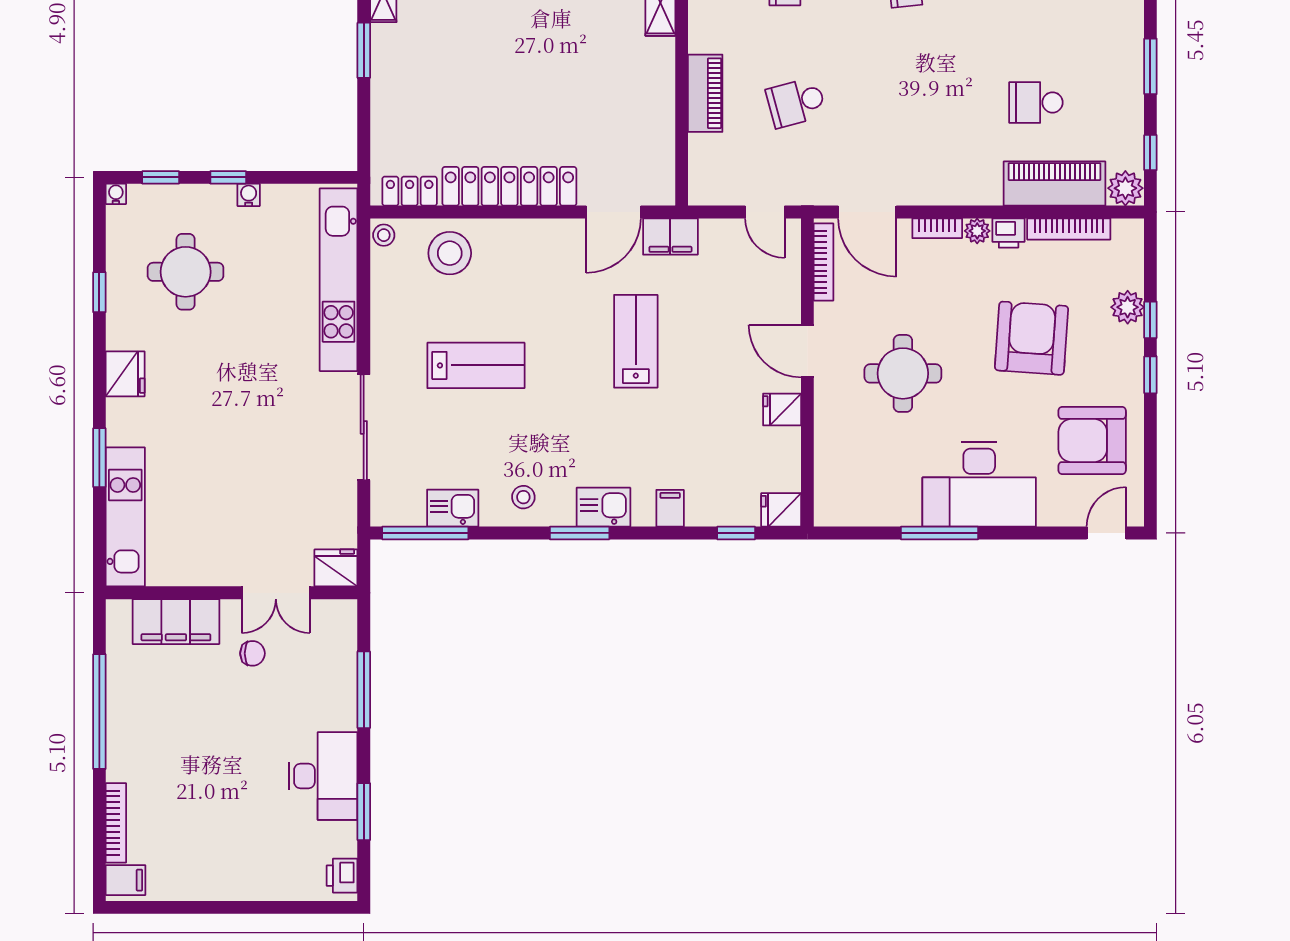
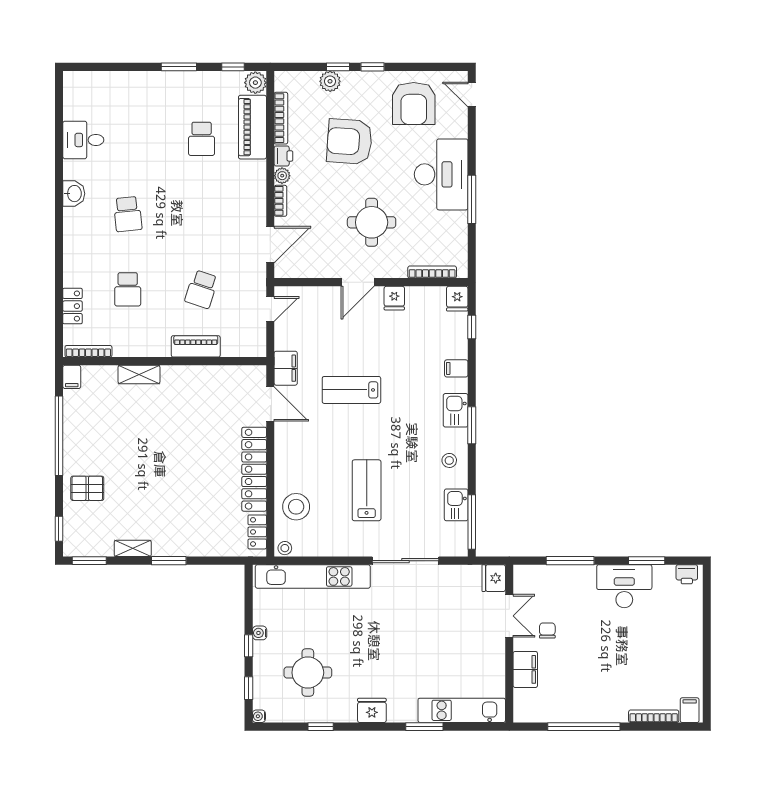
school desk: (796, 102) -> (202, 289), turned 33
bookcase: (824, 262) -> (432, 272), moved
filing cabinet: (176, 622) -> (525, 669), width x0.67, depth x0.86

